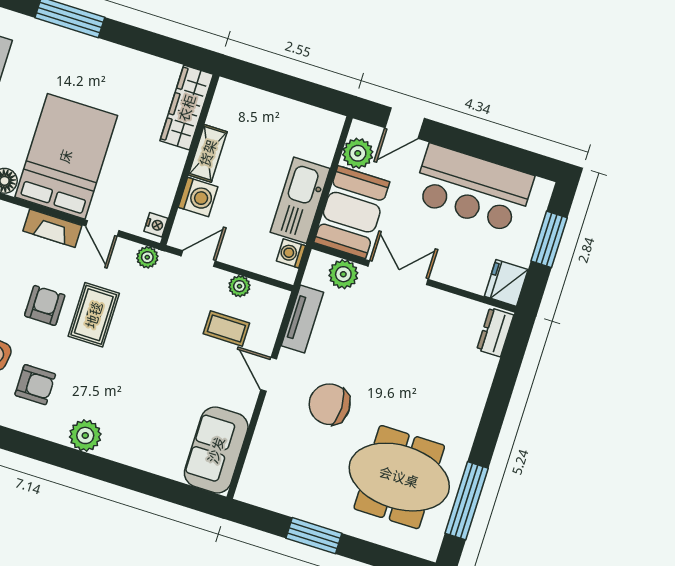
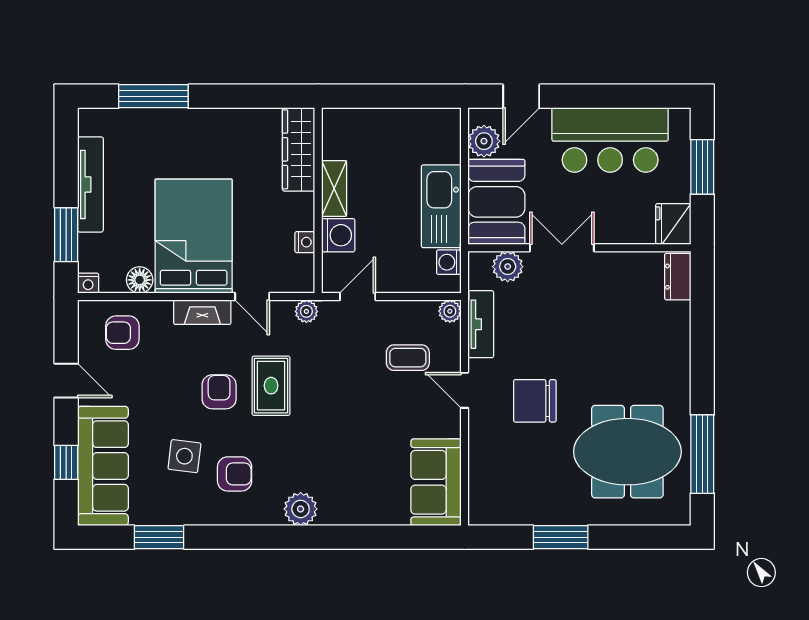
nightstand: (156, 225) -> (305, 242), moved
plant: (239, 286) -> (450, 311), moved

